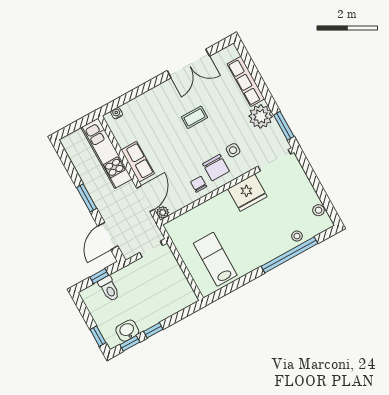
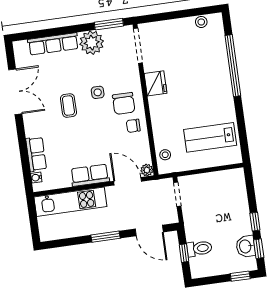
row of seats: (138, 105) -> (36, 154), added
side table: (233, 150) -> (98, 92), moved
chair: (216, 168) -> (124, 103), turned 90
fridge: (247, 193) -> (156, 83), width x0.73, depth x0.75
stool: (297, 236) -> (165, 155), moved

